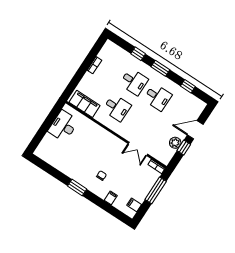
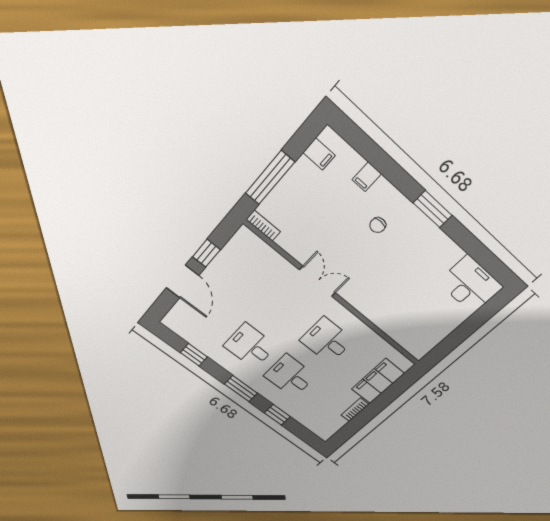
filing cabinet: (85, 104) -> (378, 381), moved, turned 90
desk: (63, 126) -> (470, 285), moved, turned -90
door: (195, 130) -> (183, 282), hinge flipped
plant: (175, 143) -> (223, 264), removed
double door: (138, 149) -> (317, 281), moved

